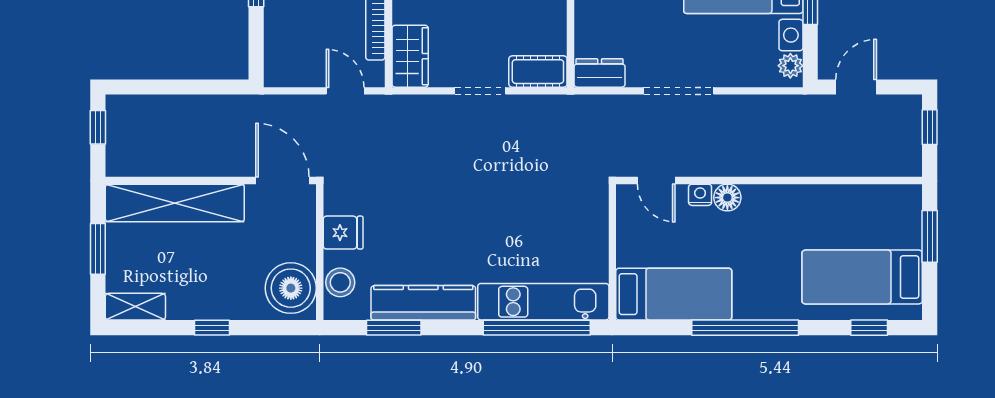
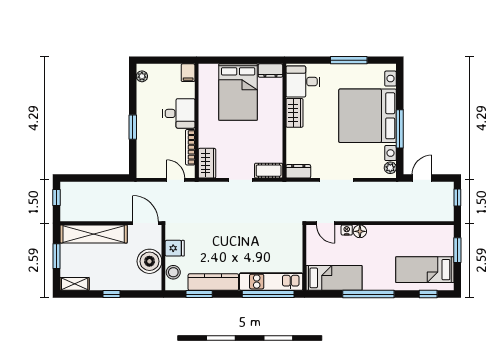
boiler: (291, 288) -> (149, 261), moved

